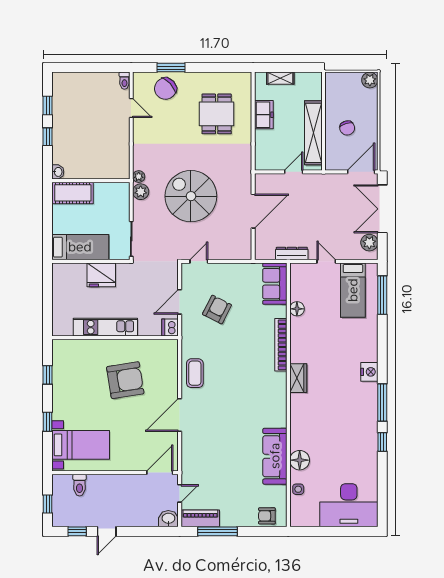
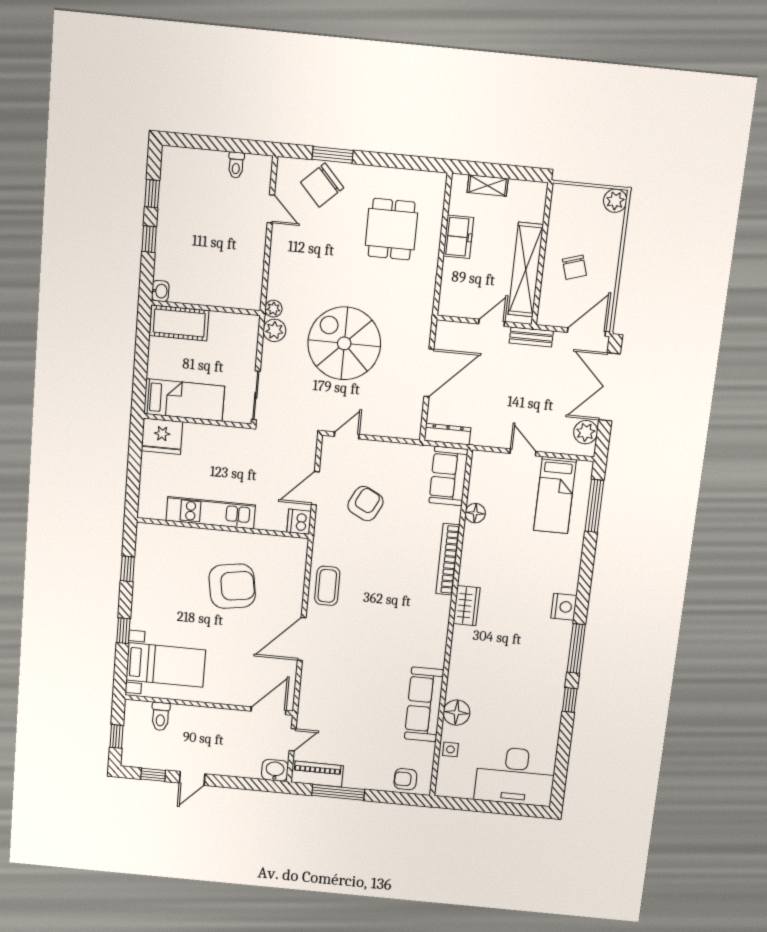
toilet: (124, 81) -> (236, 165), moved
bench: (323, 179) -> (531, 337), added
dresser: (292, 254) -> (447, 434), moved
fridge: (101, 275) -> (162, 436), moved

